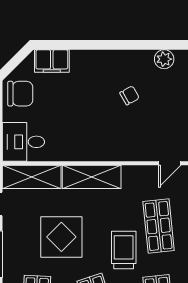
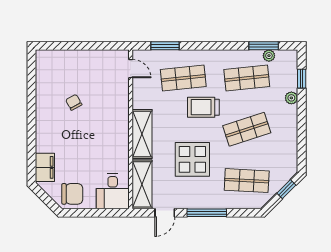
plant: (164, 59) -> (43, 73), removed
chair: (20, 94) -> (72, 194), turned 90

